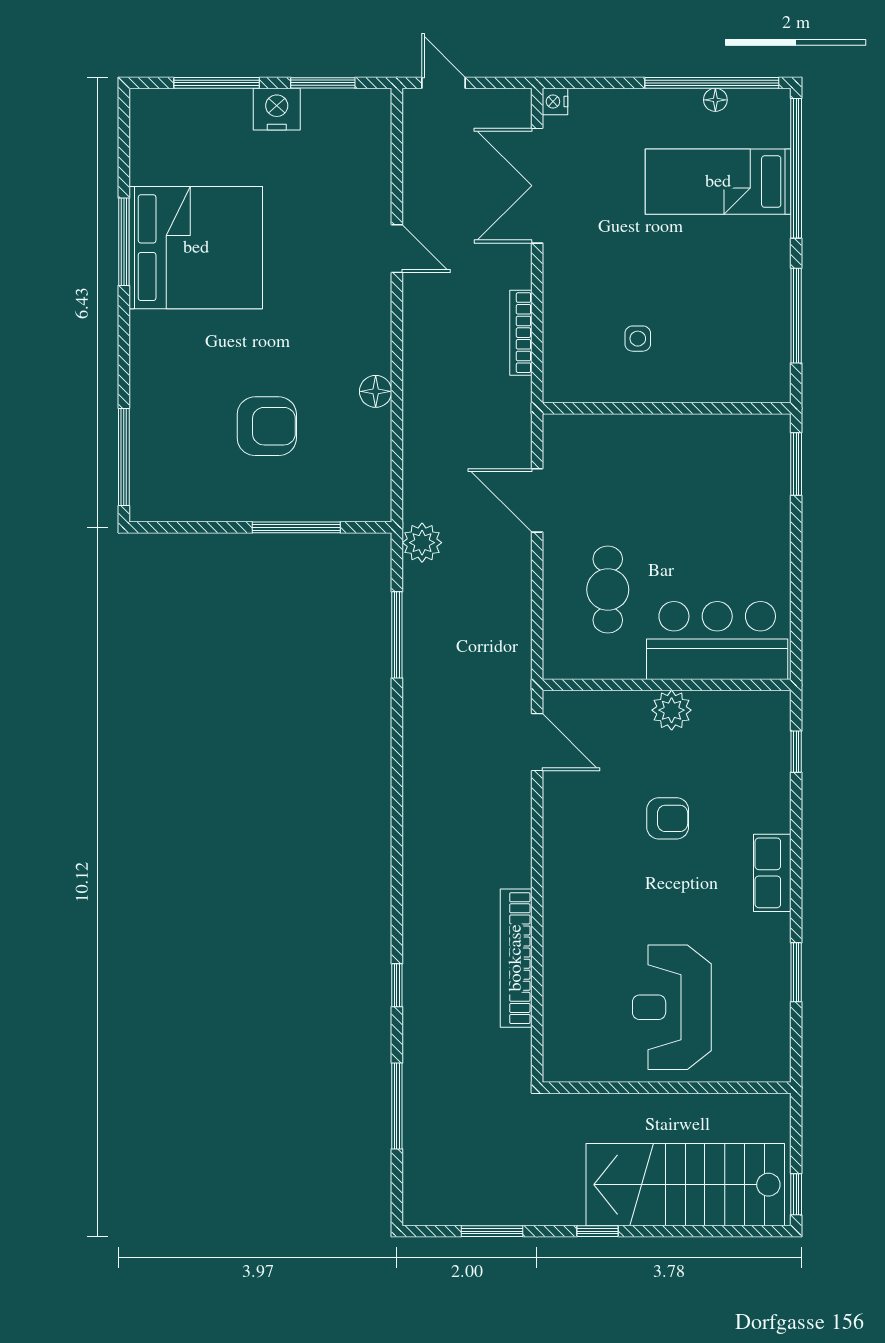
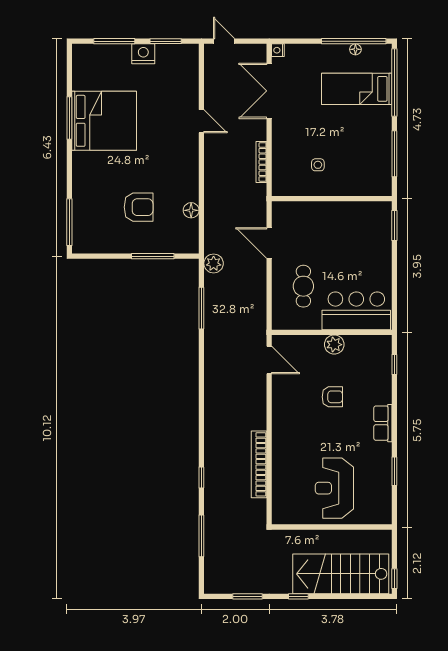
floor lamp: (376, 391) -> (191, 210), moved

